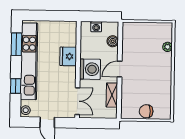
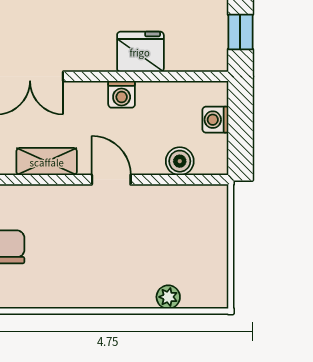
window: (61, 16) -> (240, 32), added
washing machine: (90, 69) -> (122, 94), width x0.53, depth x0.53

